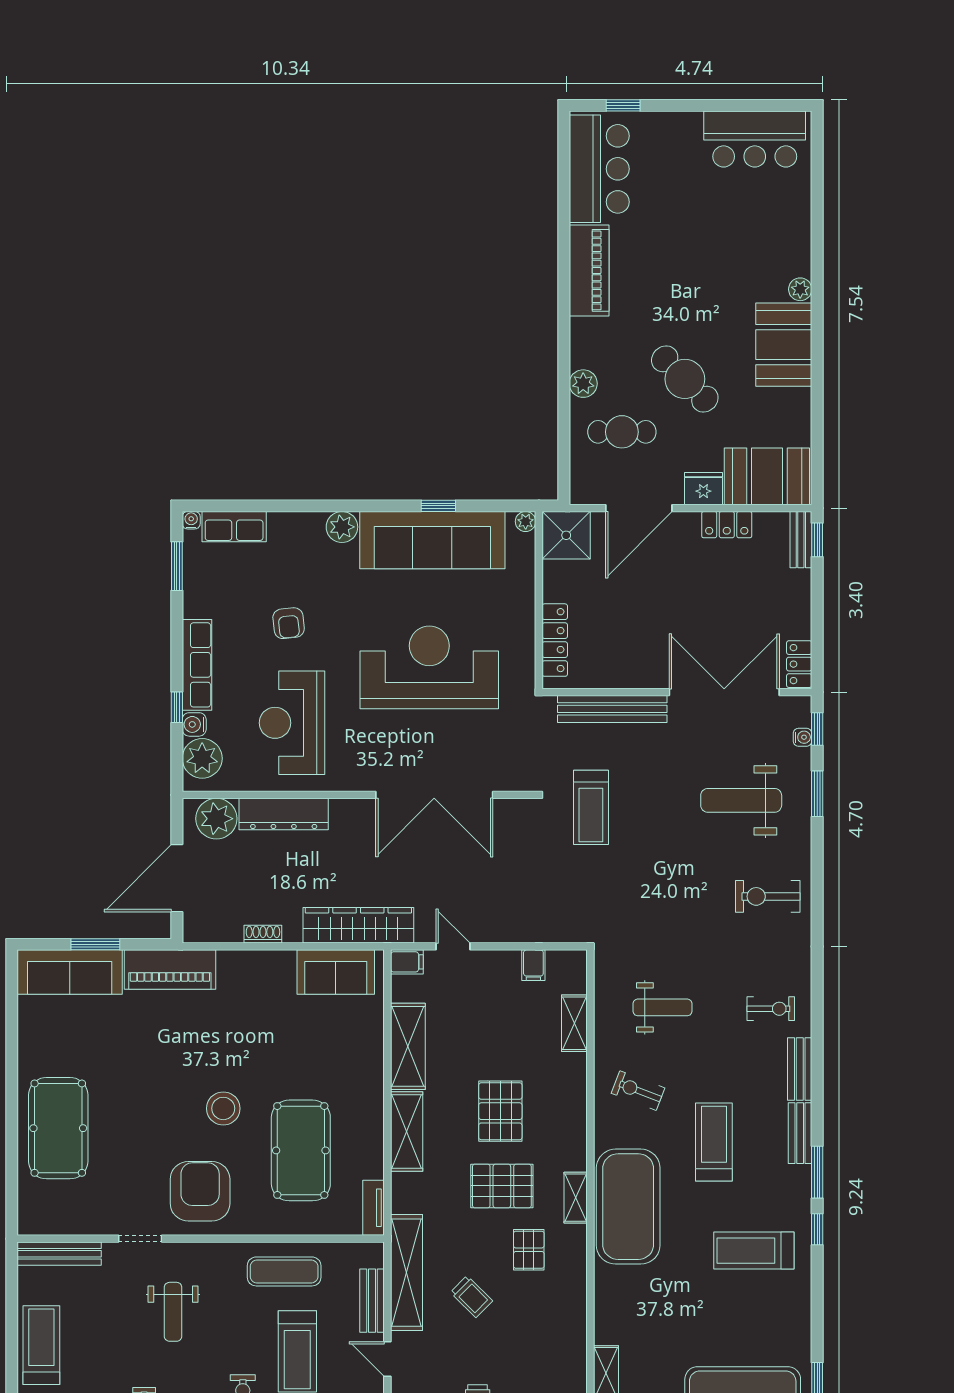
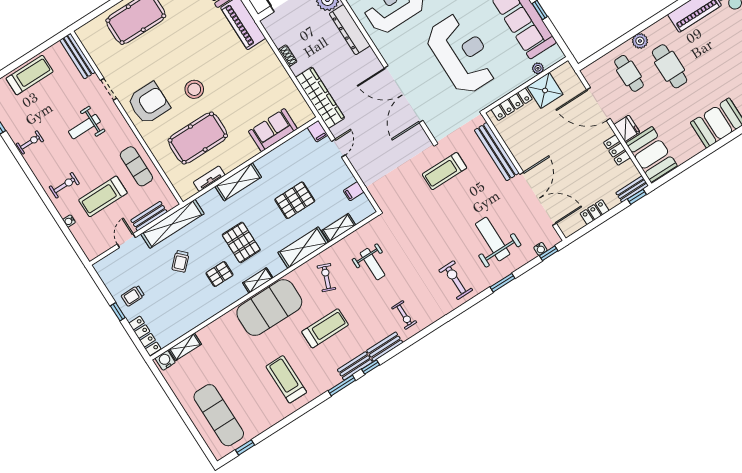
cafe table: (685, 379) -> (670, 66), moved, turned -45
plant: (526, 521) -> (538, 68), moved
shower: (566, 535) -> (545, 90), moved
locker: (799, 664) -> (594, 212), moved
window: (817, 794) -> (503, 283), moved
sofa: (336, 972) -> (273, 130), moved, turned 90
shelving: (408, 1046) -> (303, 248), moved
pallet: (500, 1111) -> (295, 200), moved
tv unit: (374, 1208) -> (209, 179), moved
window: (817, 1229) -> (371, 367), moved

